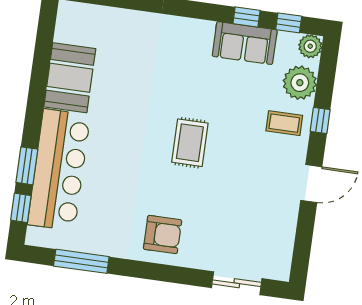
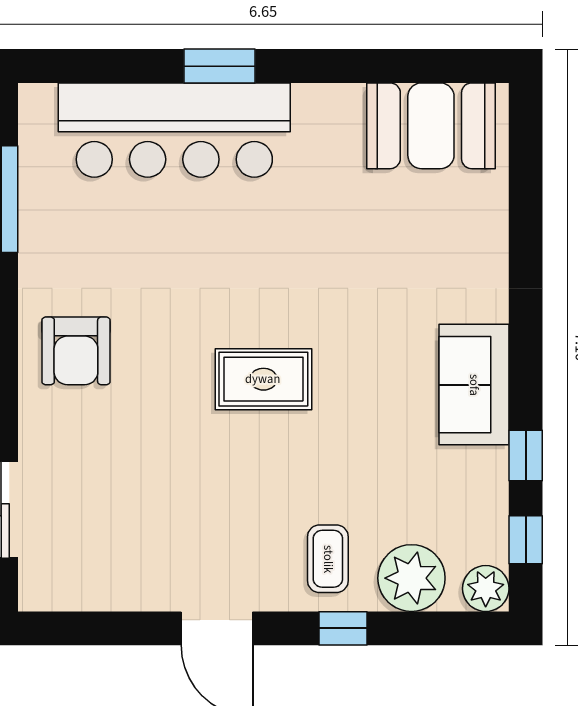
sofa: (245, 43) -> (474, 385), moved
booth: (70, 78) -> (431, 126), moved
window: (27, 166) -> (219, 66), moved
window: (21, 208) -> (89, 66), removed

